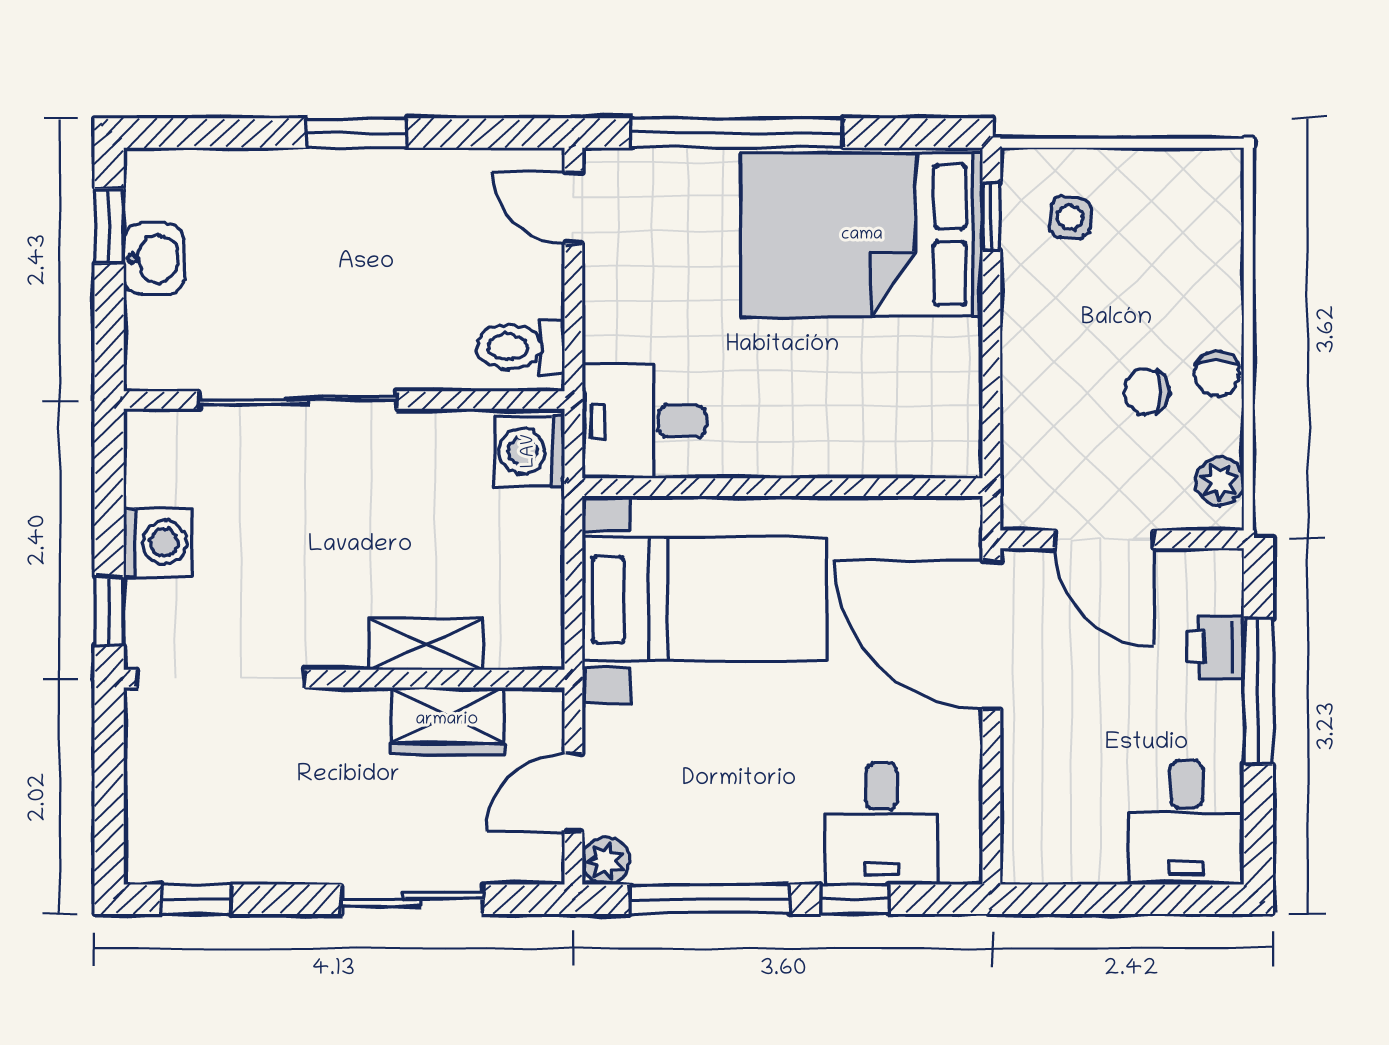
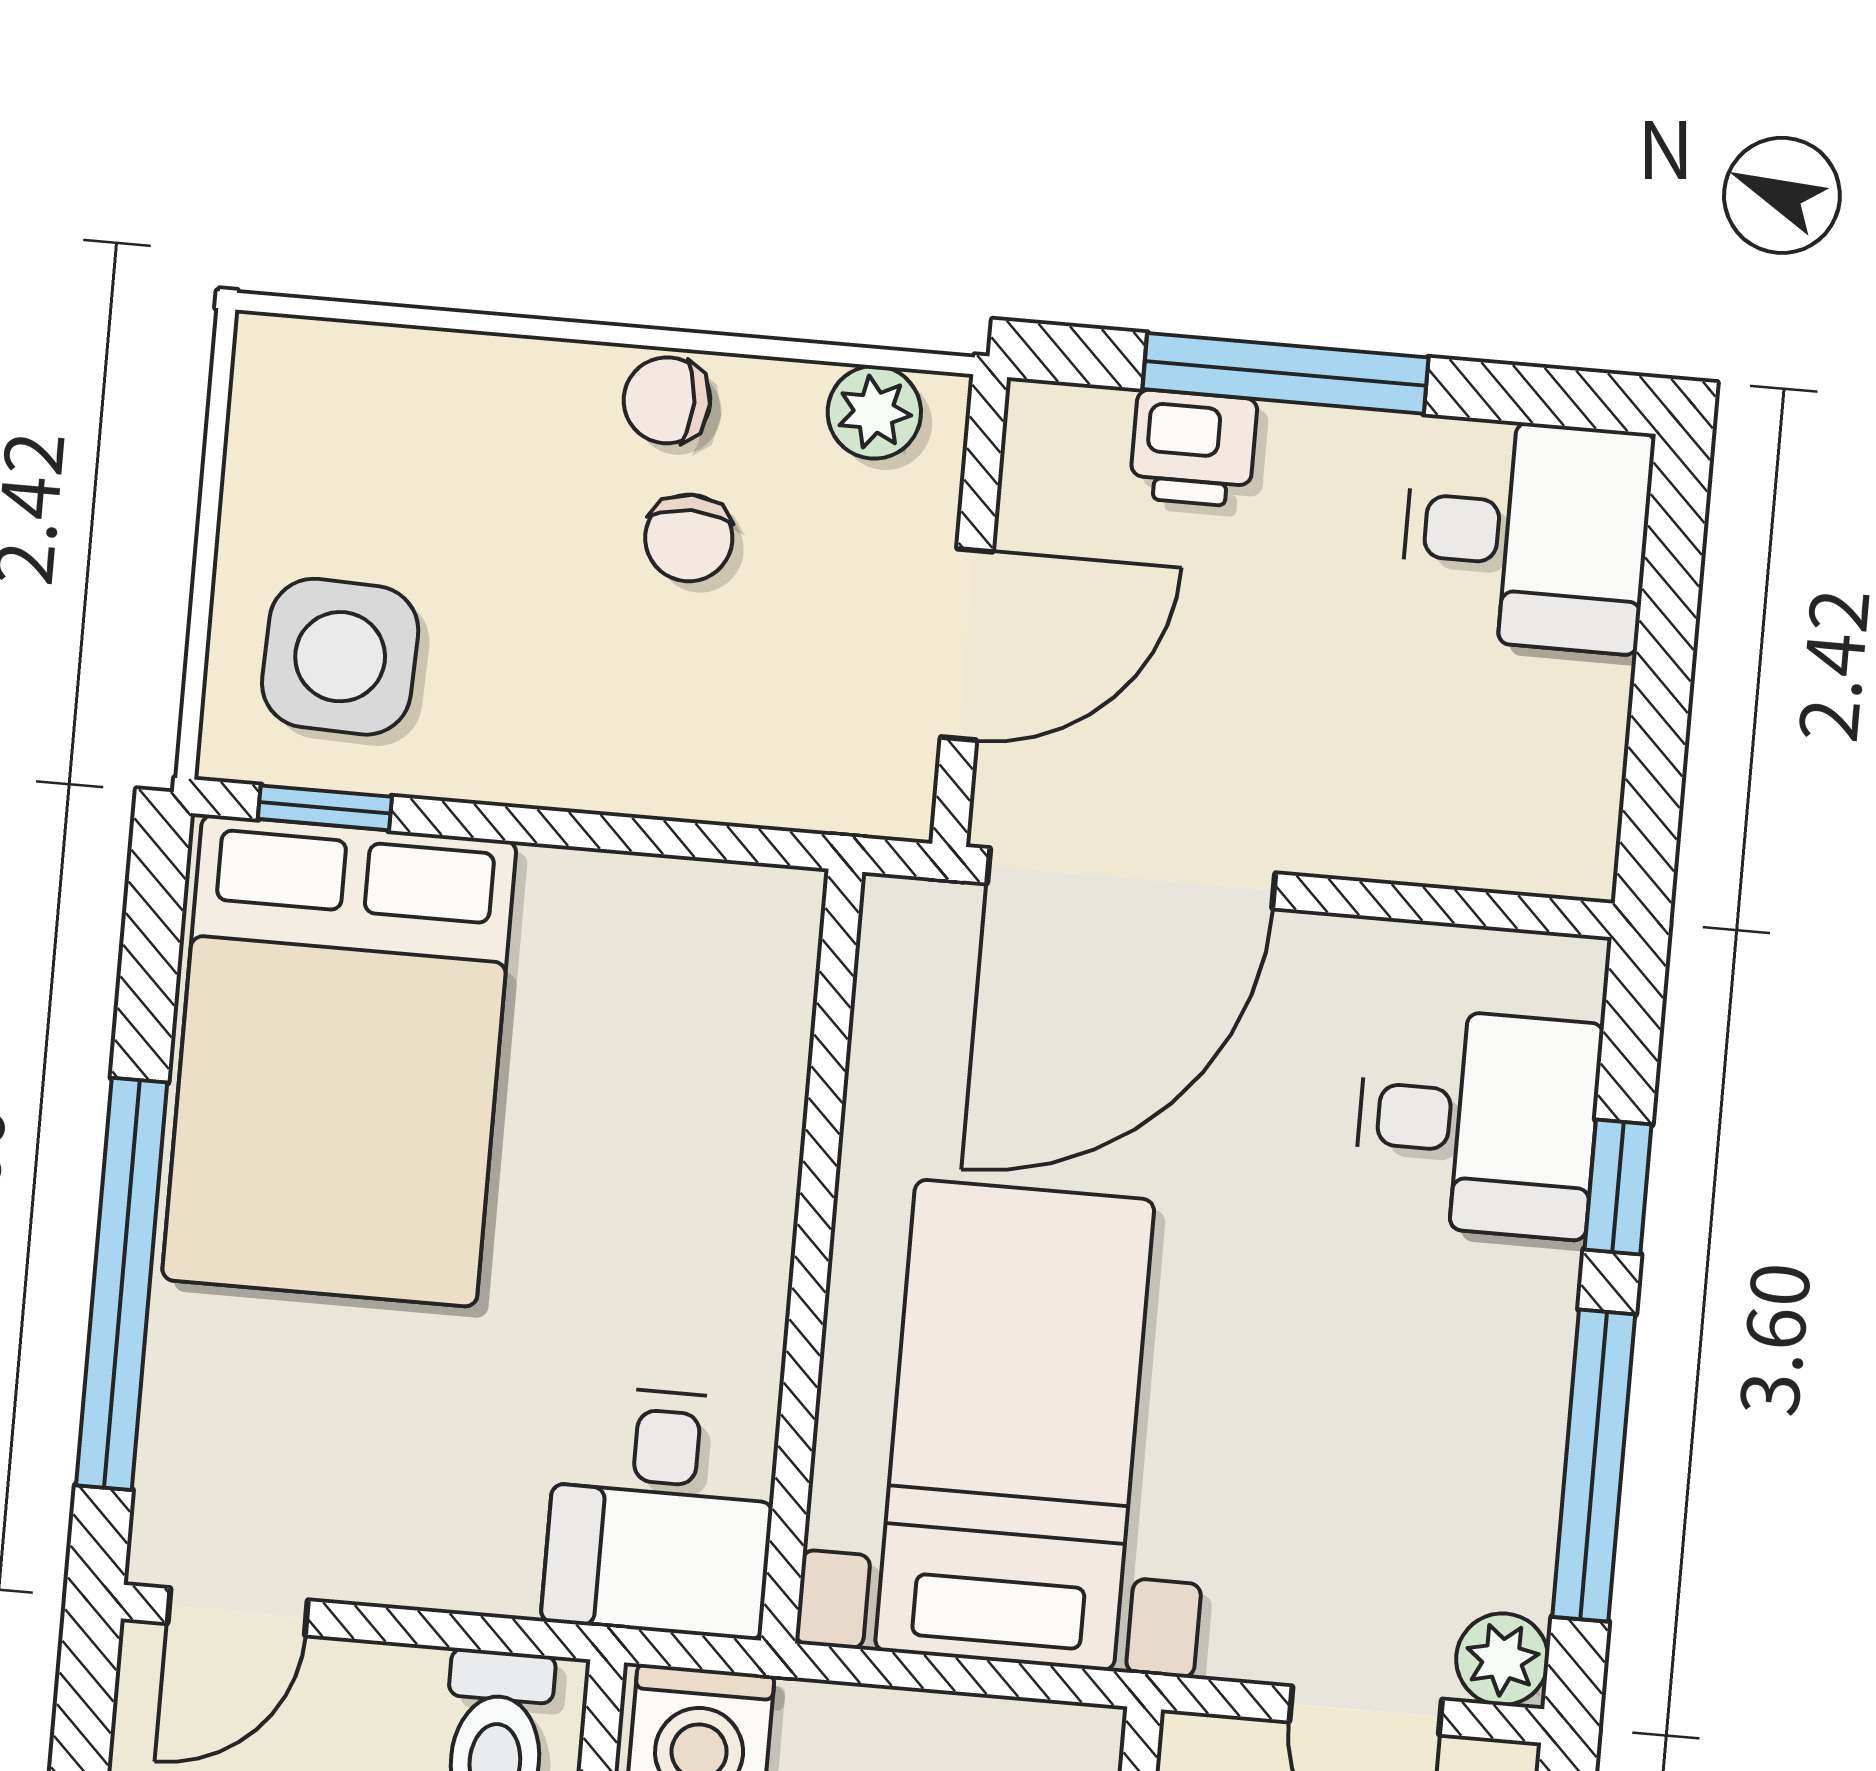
side table: (1070, 217) -> (340, 657), width x1.87, depth x1.87
chair: (1217, 374) -> (667, 400), turned 180

